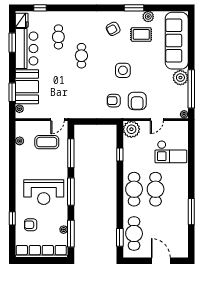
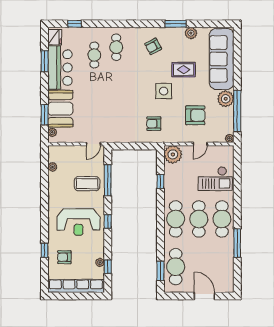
rug: (141, 34) -> (184, 70), moved
cafe table: (81, 56) -> (116, 47), moved
armchair: (137, 101) -> (195, 115), moved, turned -90
coffee table: (47, 142) -> (87, 184), moved
cafe table: (177, 189) -> (222, 219), added
window: (71, 192) -> (108, 222), width x0.46
window: (71, 234) -> (108, 267), width x0.46

